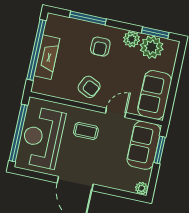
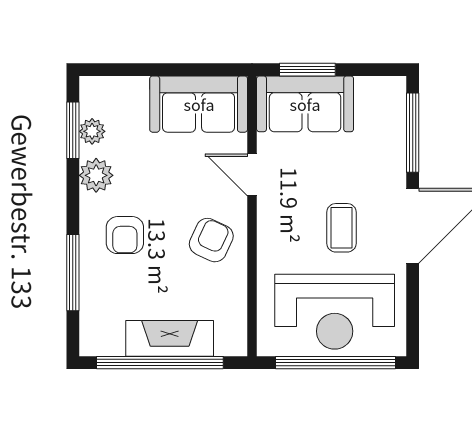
armchair: (100, 47) -> (125, 235), turned 90
plant: (152, 47) -> (92, 131), width x0.53, depth x0.53
coffee table: (86, 131) -> (342, 228), moved
plant: (142, 188) -> (393, 89), removed
window: (119, 193) -> (413, 133), added

